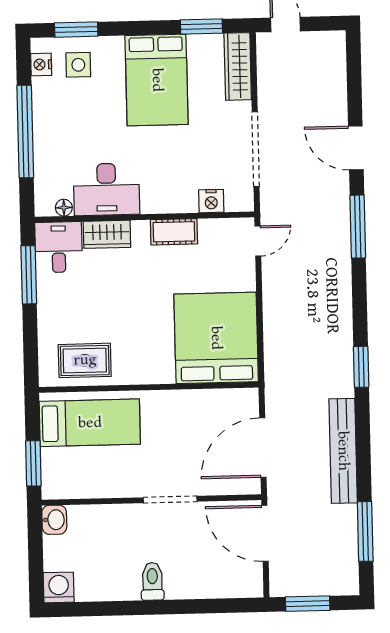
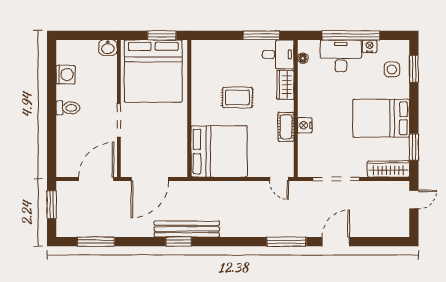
nightstand: (41, 64) -> (369, 46), moved
desk: (106, 189) -> (341, 56), moved, turned 90
nightstand: (211, 201) -> (305, 125), moved
rug: (85, 360) -> (237, 97), moved, turned 90
window: (361, 367) -> (179, 242), moved
bed: (90, 423) -> (153, 71), width x2.04
door: (263, 448) -> (150, 179), swing flipped
bench: (343, 451) -> (187, 229), moved
window: (33, 463) -> (162, 35), moved
washing machine: (59, 587) -> (66, 75), moved

